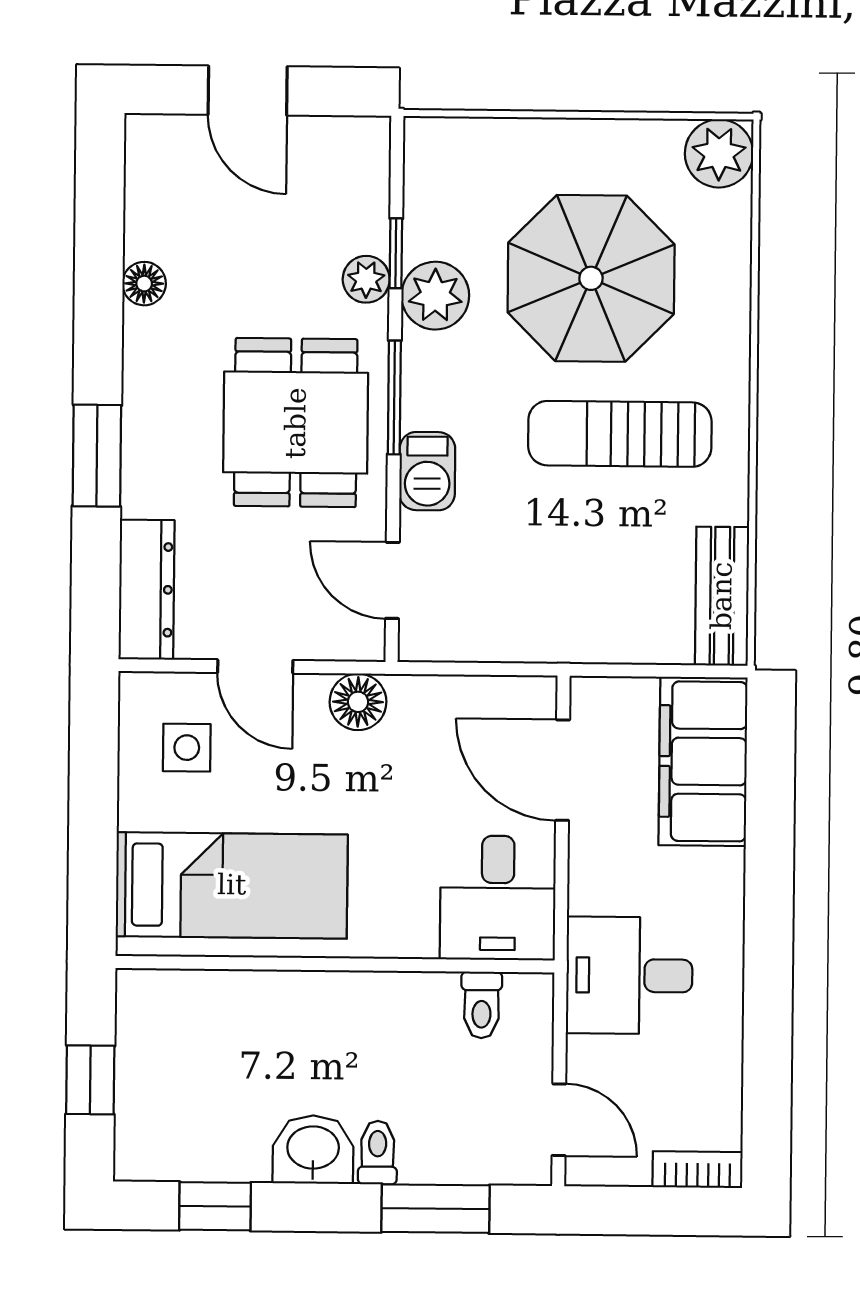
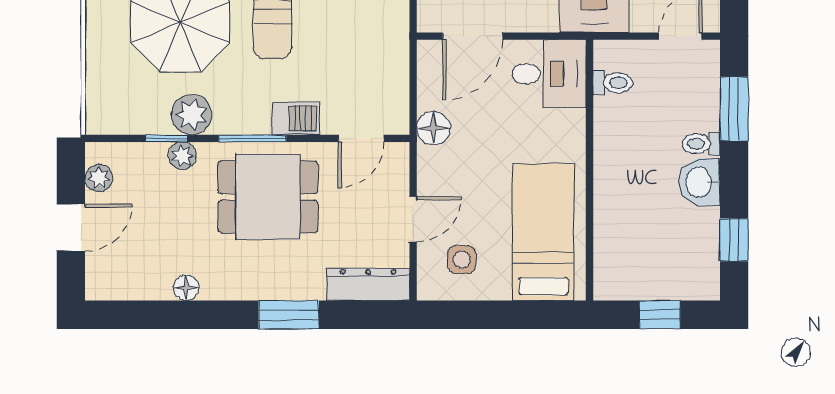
plant: (330, 138) -> (99, 178), added
floor lamp: (358, 702) -> (433, 128), moved

